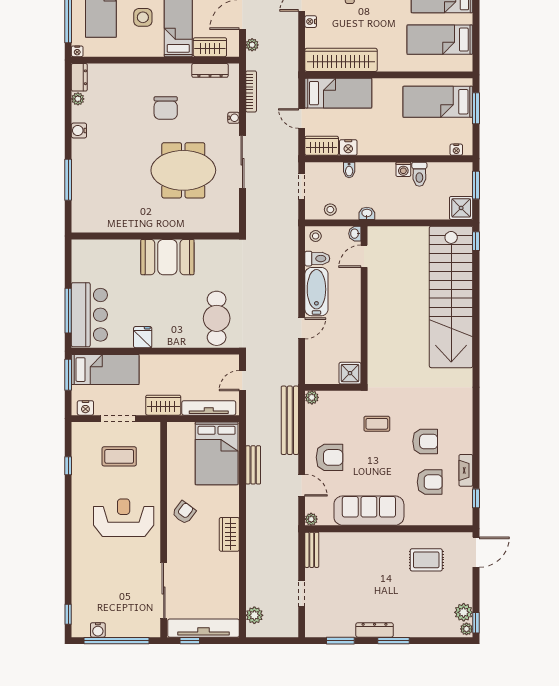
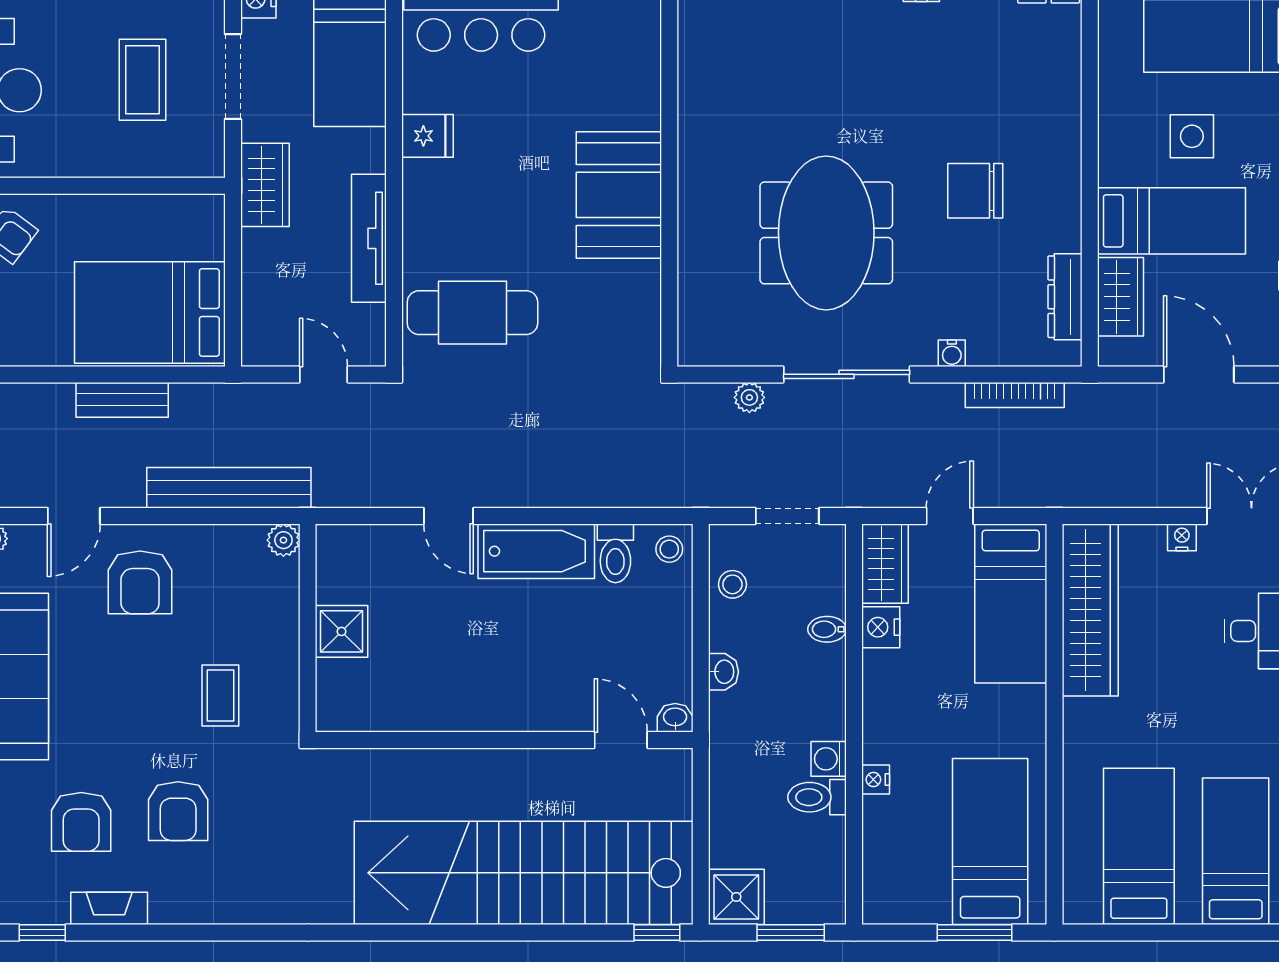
plant: (252, 45) -> (749, 397), moved
nightstand: (456, 150) -> (876, 779), moved
washbasin: (355, 234) -> (675, 718), moved
door: (364, 256) -> (621, 740), moved
wall: (364, 305) -> (504, 740), moved
tv unit: (209, 408) -> (369, 238), moved, turned 180

